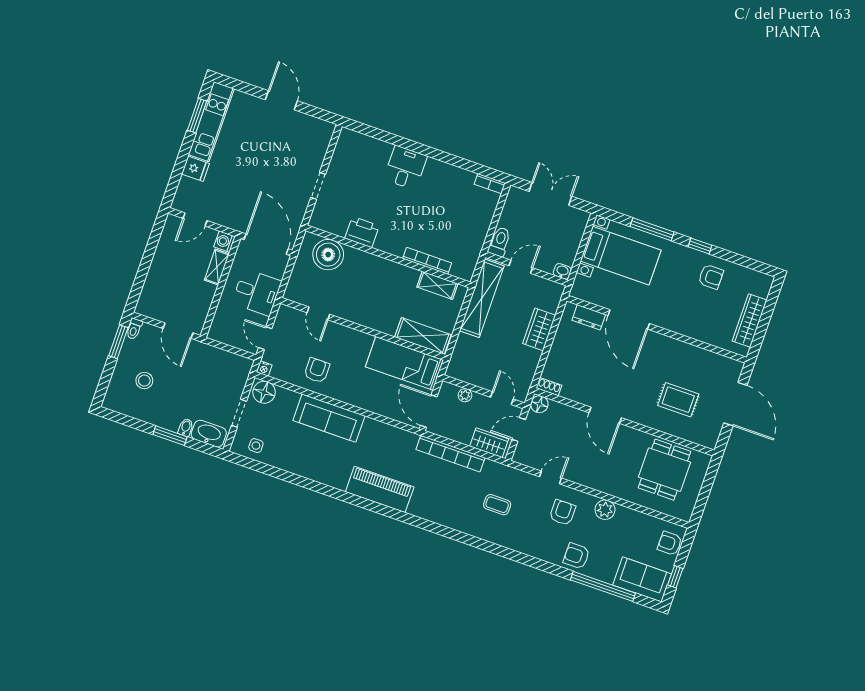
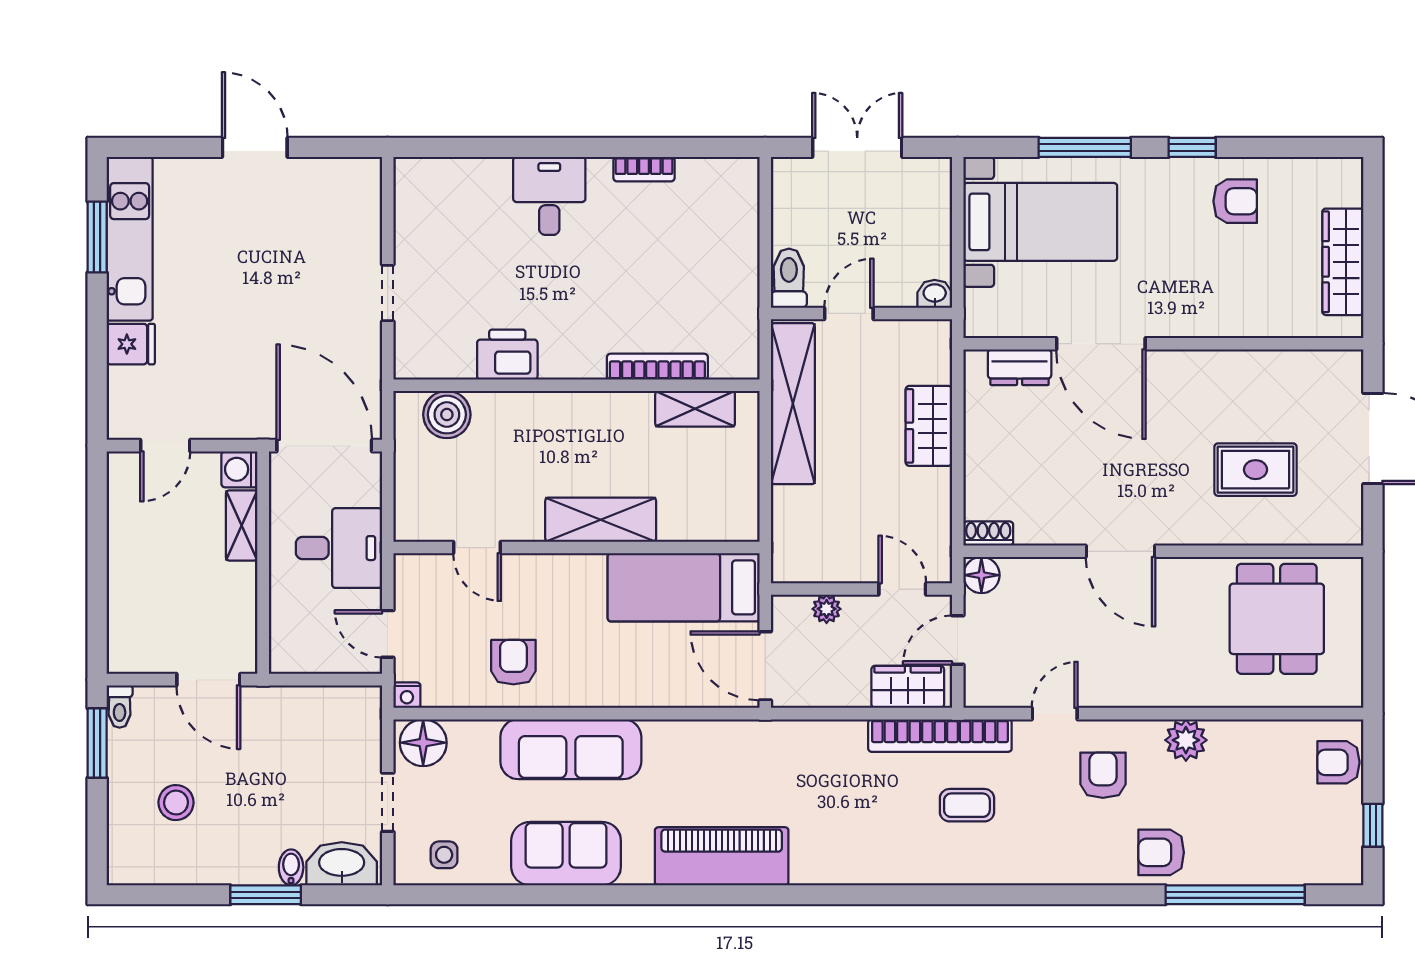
bookcase: (490, 184) -> (644, 169), moved
boiler: (328, 255) -> (447, 415), width x0.73, depth x0.73
shelving: (423, 336) -> (601, 520), moved
bookcase: (450, 454) -> (940, 736), moved
sofa: (642, 579) -> (566, 854), moved

